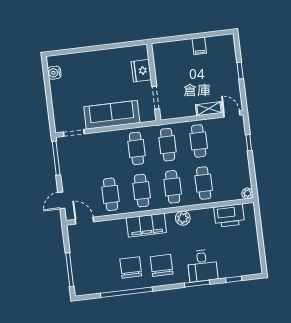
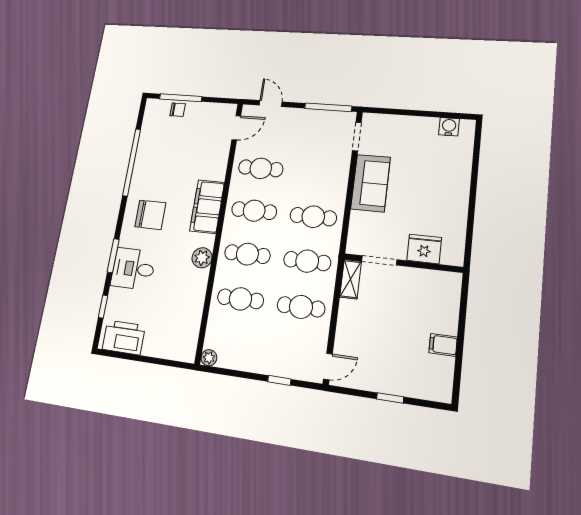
shelving: (209, 109) -> (351, 279), moved
sofa: (112, 115) -> (371, 183), width x0.73
printer: (229, 216) -> (124, 337), moved, turned 90
chair: (131, 267) -> (178, 110), moved, width x0.54, depth x0.54

